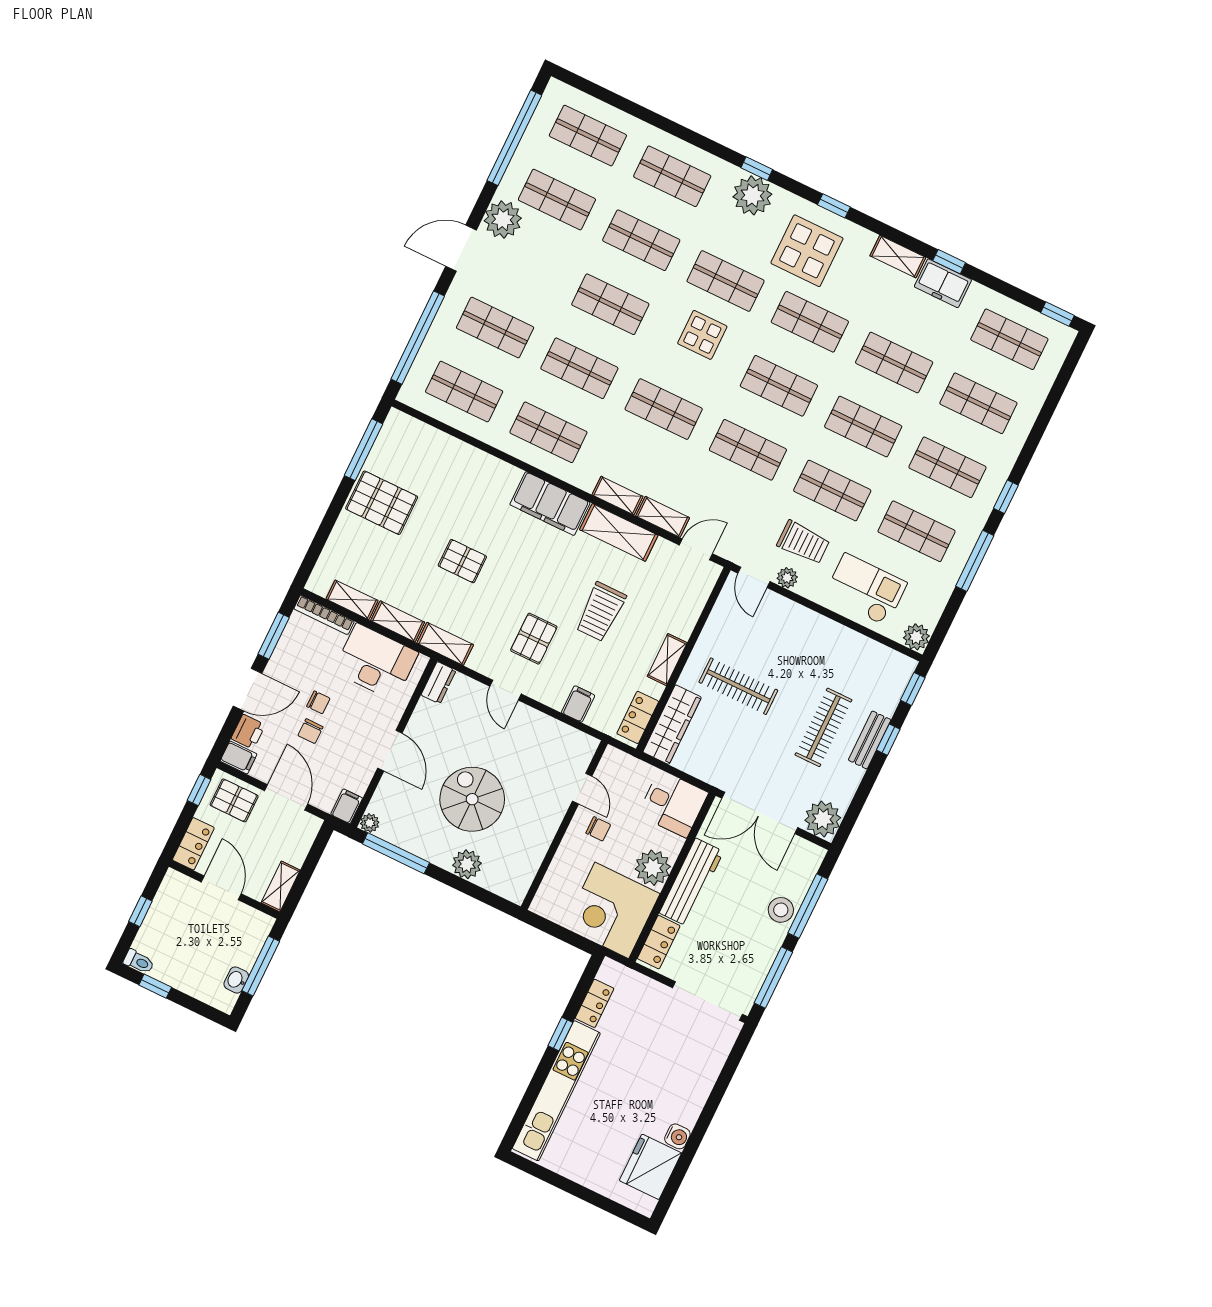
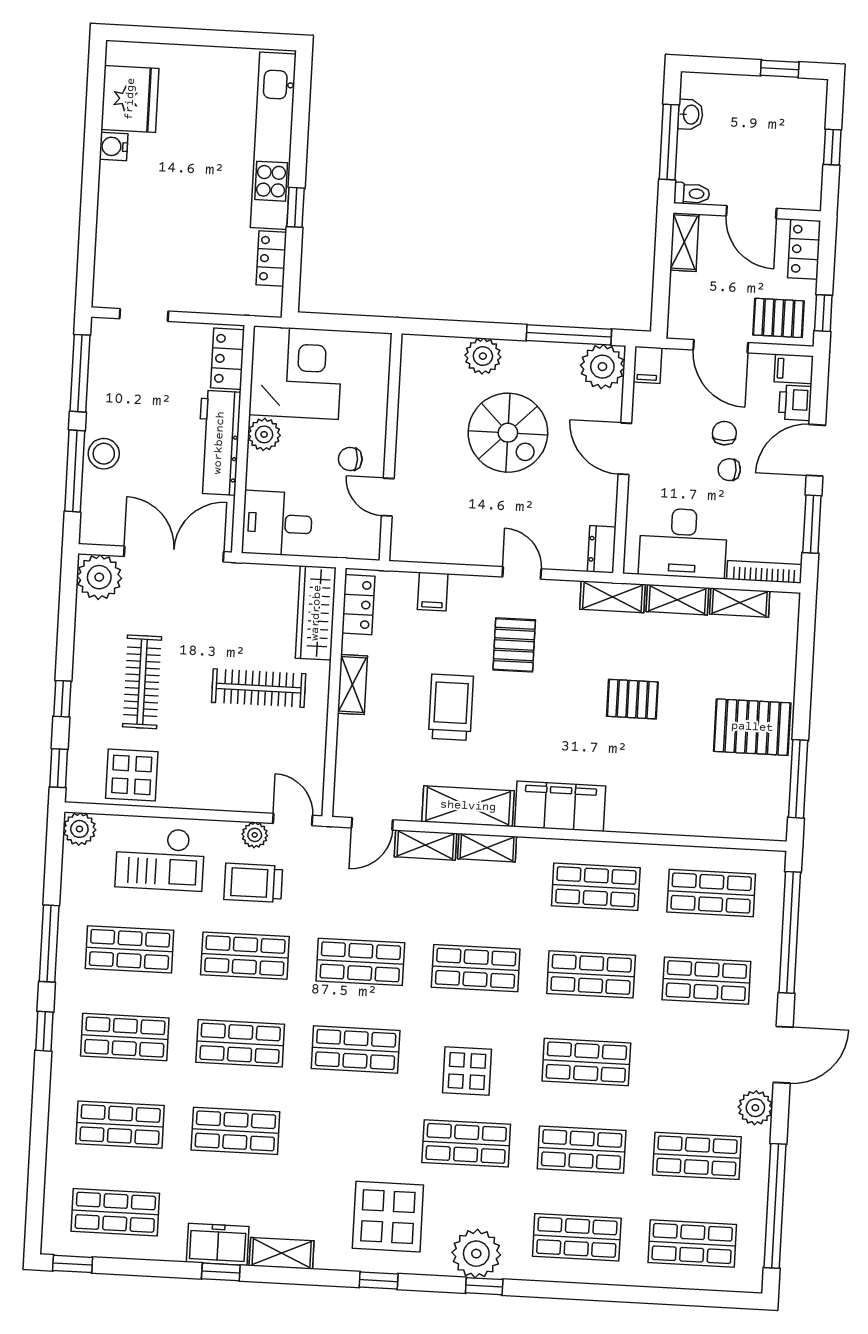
plant: (503, 219) -> (755, 1108), width x0.73, depth x0.73
shop shelf: (810, 322) -> (351, 1137), removed
display table: (860, 661) -> (132, 775), added
bench: (870, 740) -> (84, 689), removed
plant: (370, 823) -> (602, 367), width x1.87, depth x1.87
plant: (653, 868) -> (264, 434), width x0.73, depth x0.73
toilet: (139, 962) -> (692, 194), moved, turned 180
doorway: (707, 1001) -> (144, 315), width x0.53

